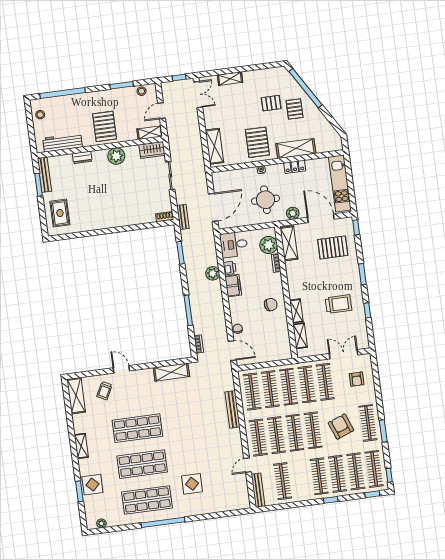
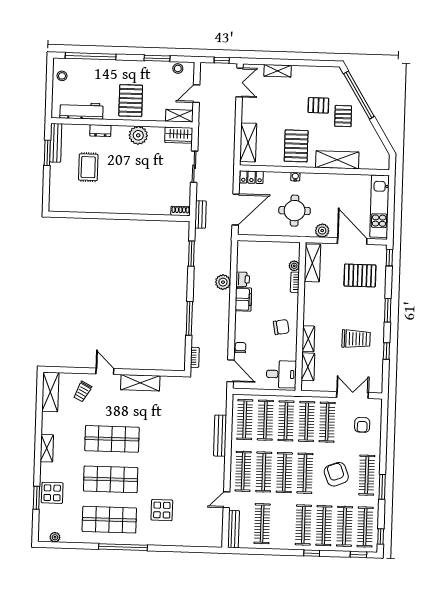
locker: (295, 167) -> (252, 177), moved
rug: (60, 213) -> (88, 167), moved
desk: (234, 245) -> (281, 374), moved, turned 180
plant: (269, 245) -> (294, 266), width x0.53, depth x0.53
shelving: (171, 372) -> (140, 383), moved

